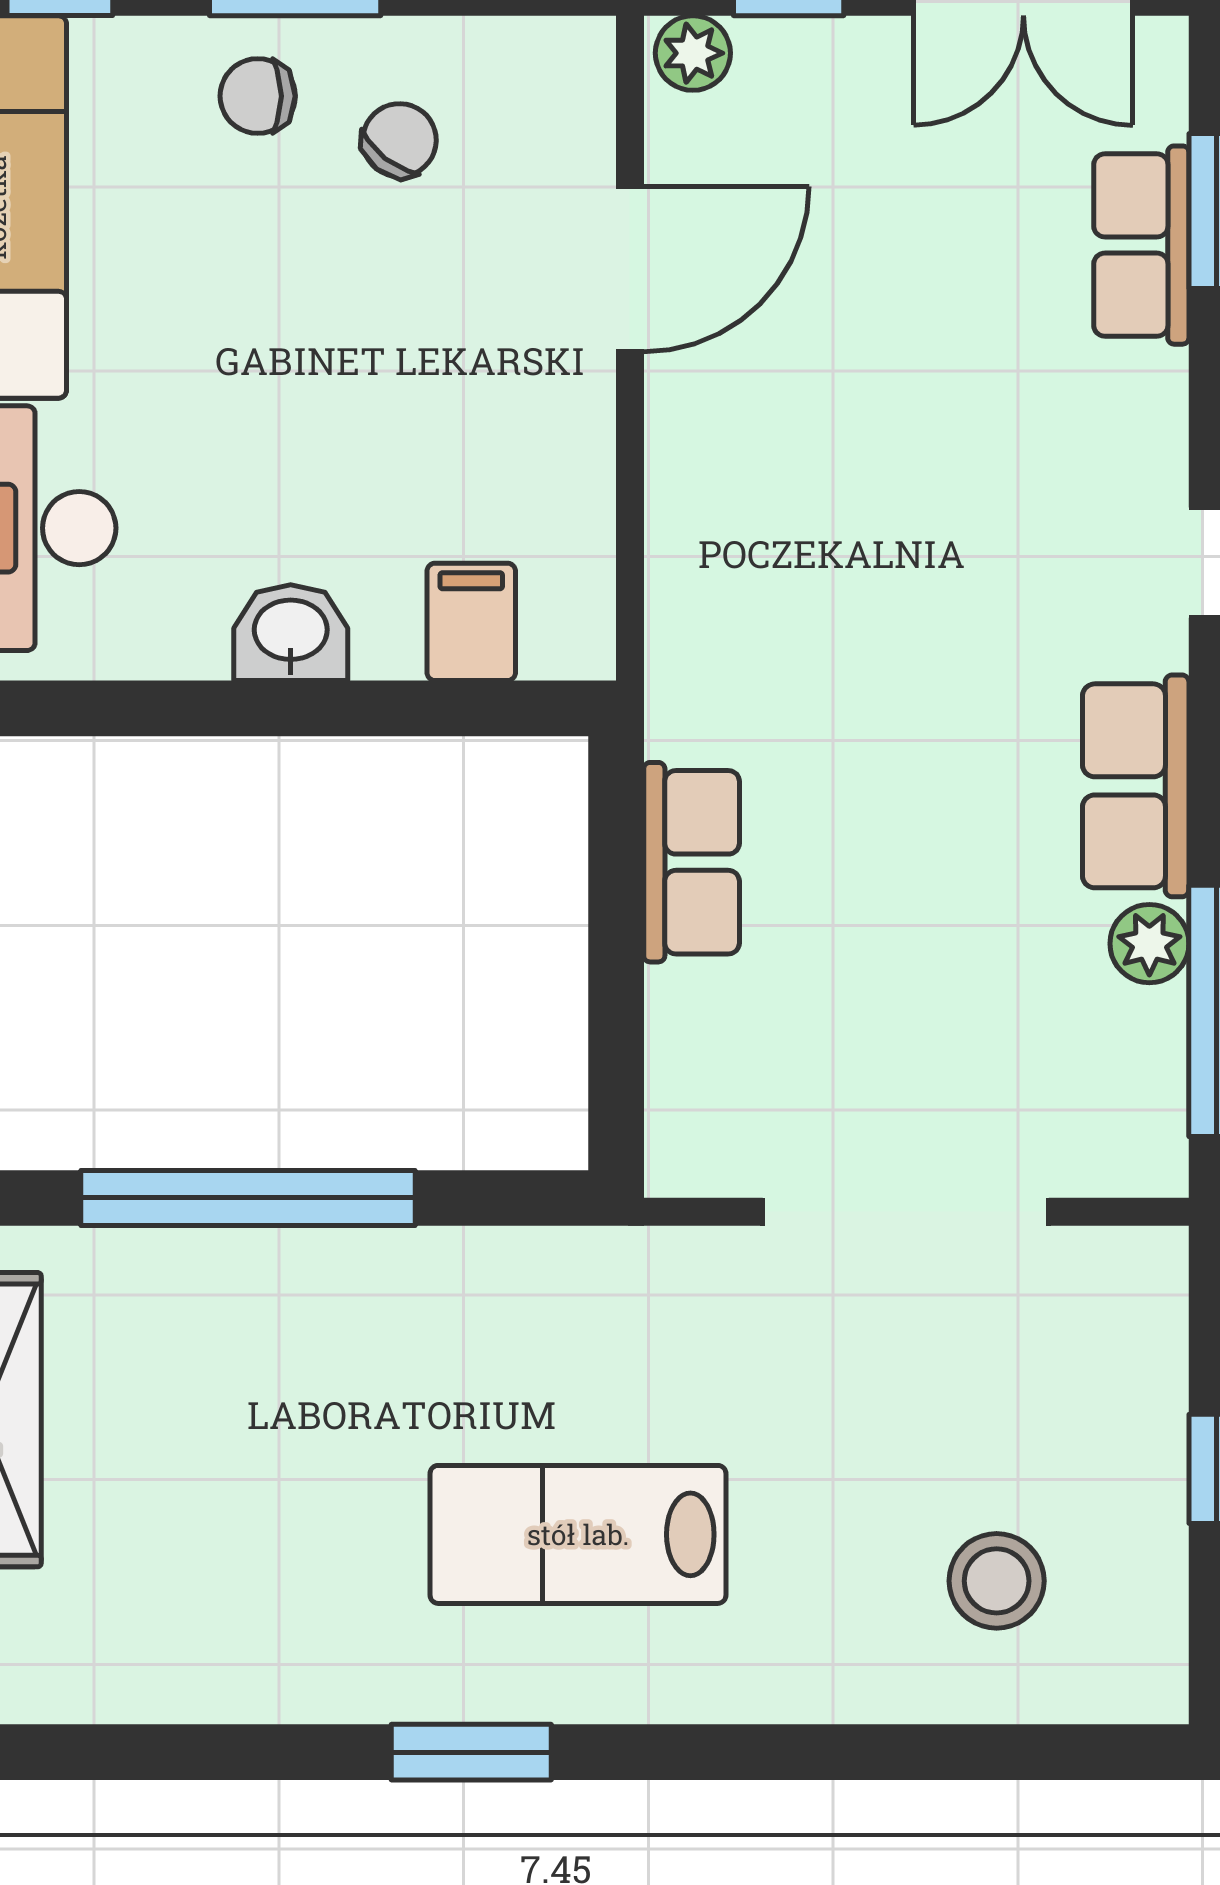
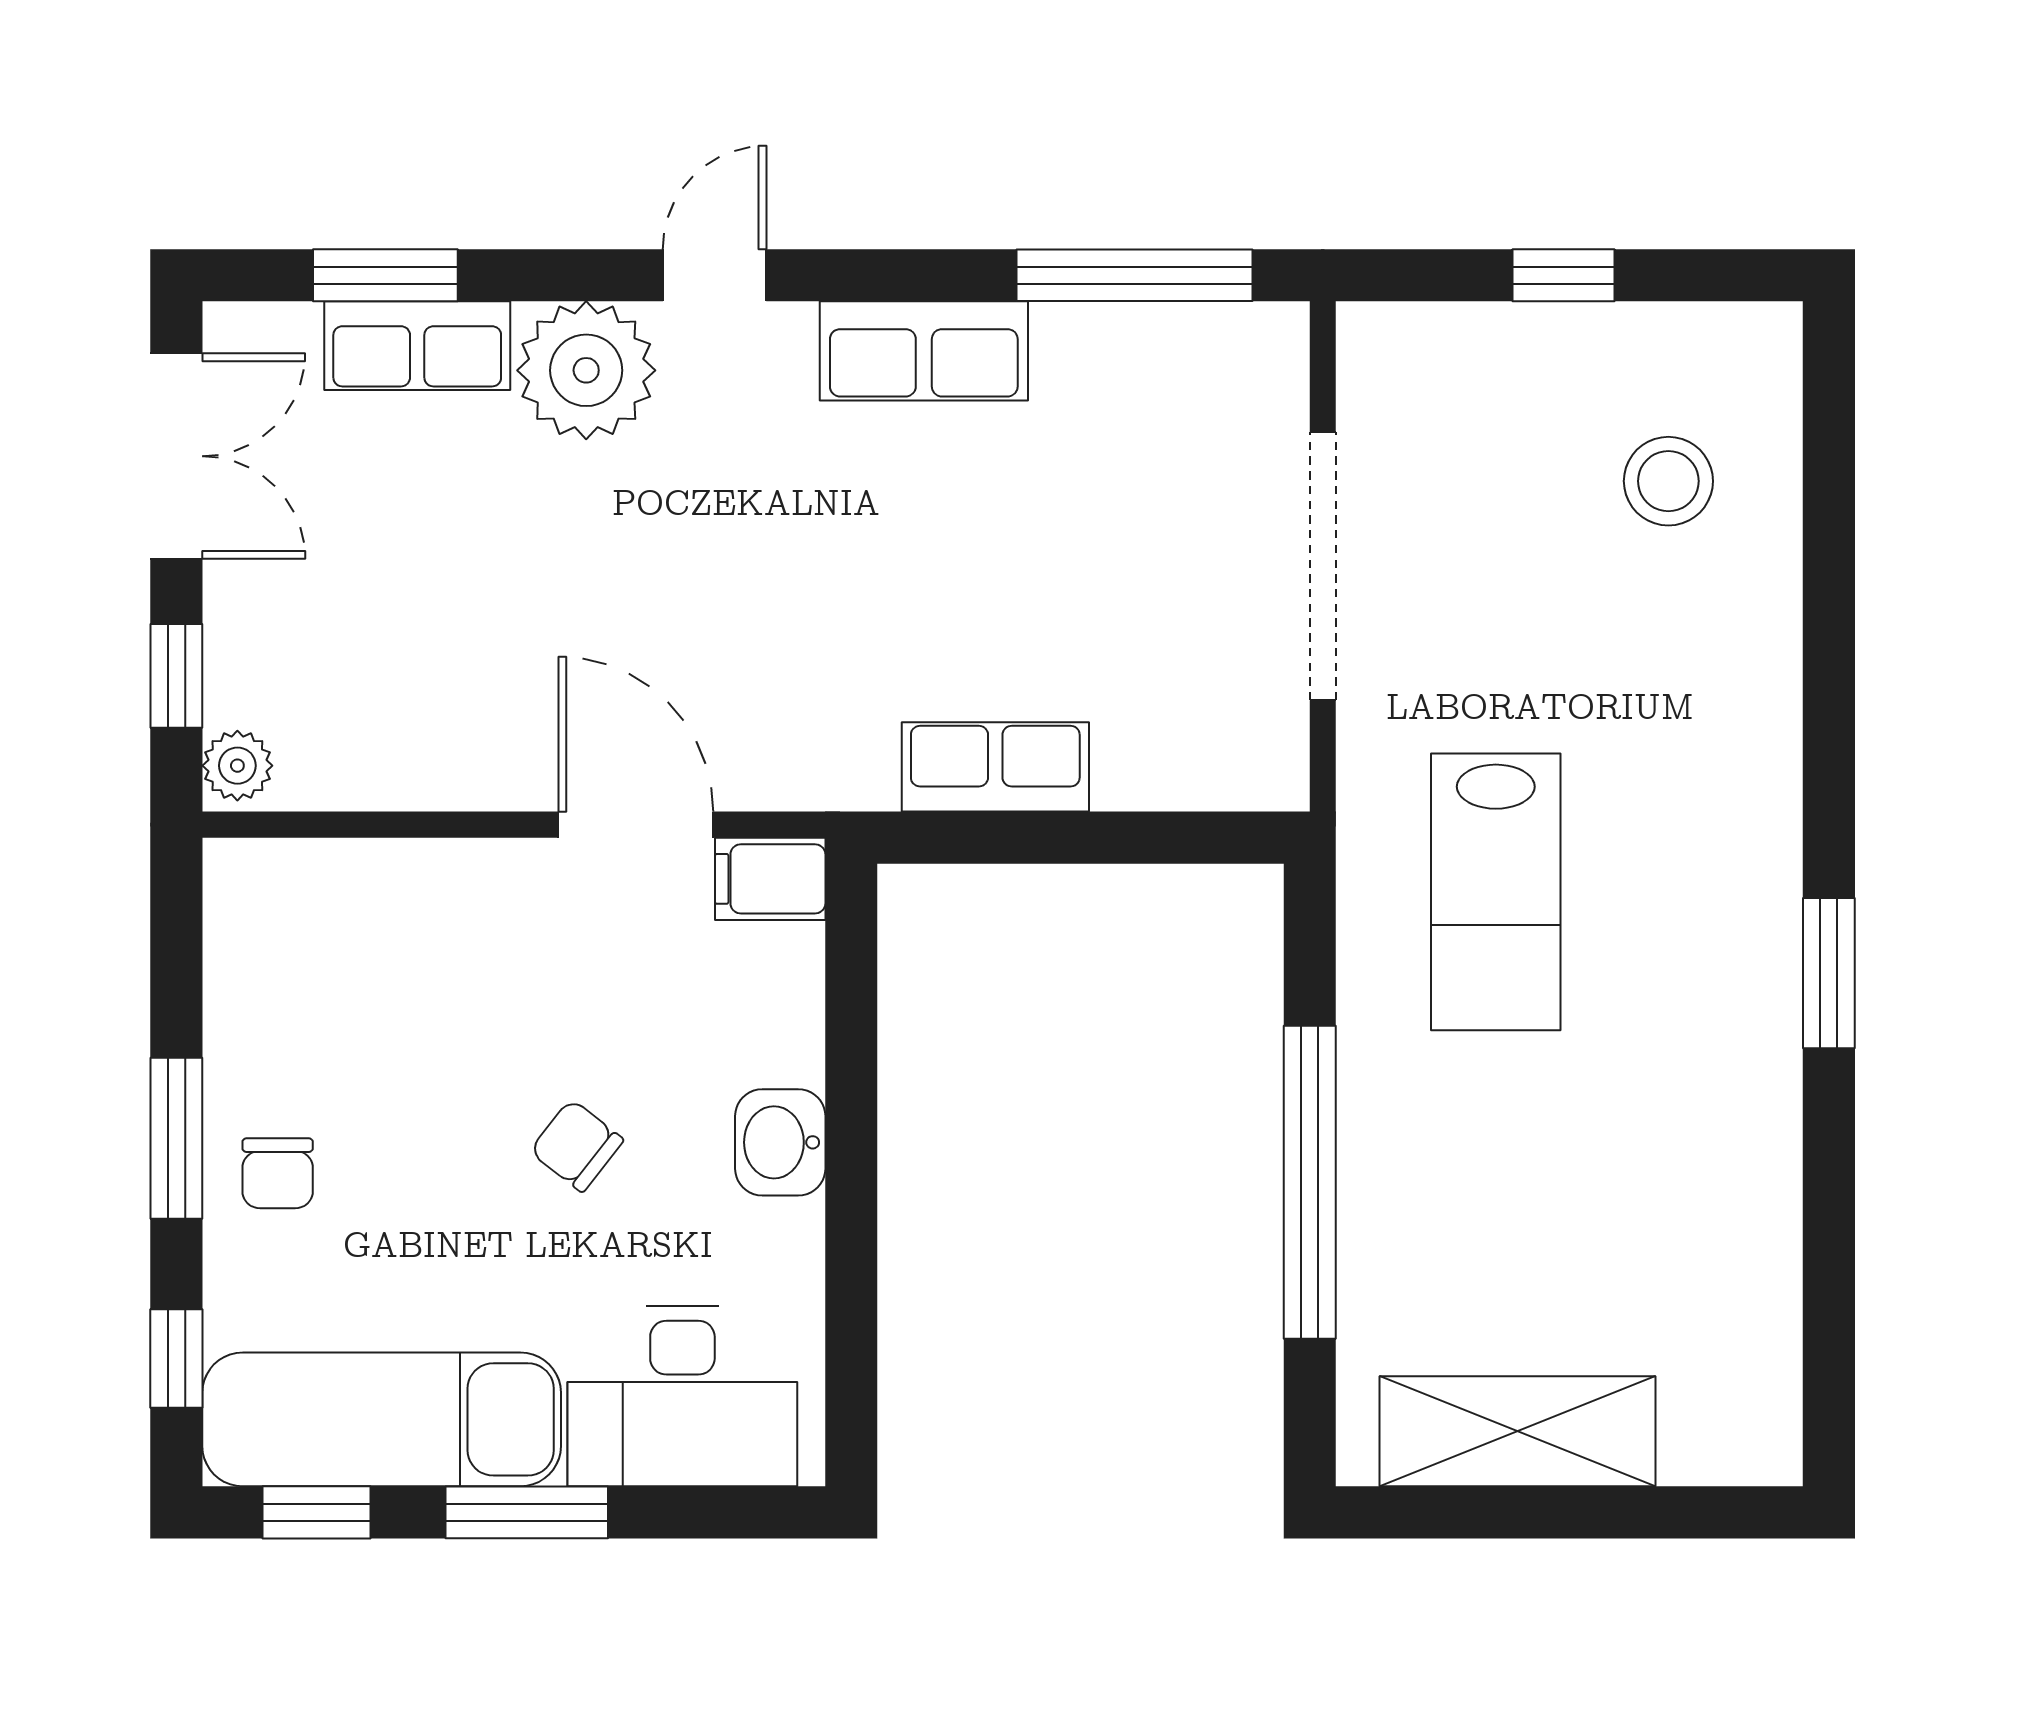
chair: (399, 140) -> (577, 1146), moved
door: (630, 269) -> (636, 825), moved
filing cabinet: (471, 622) -> (770, 879), moved
plant: (1149, 944) -> (586, 370), moved, width x1.87, depth x1.87
lab bench: (578, 1534) -> (1496, 892), moved

